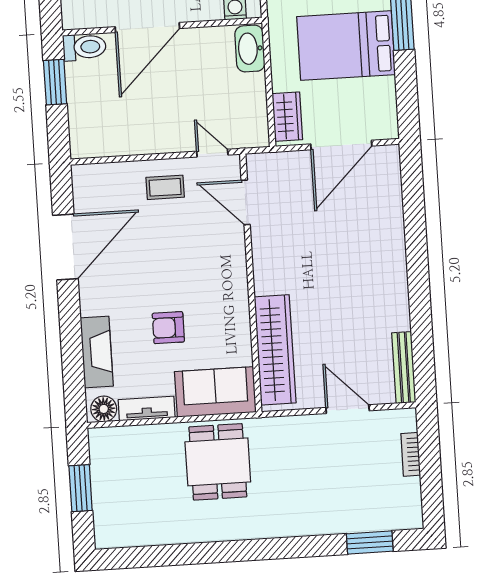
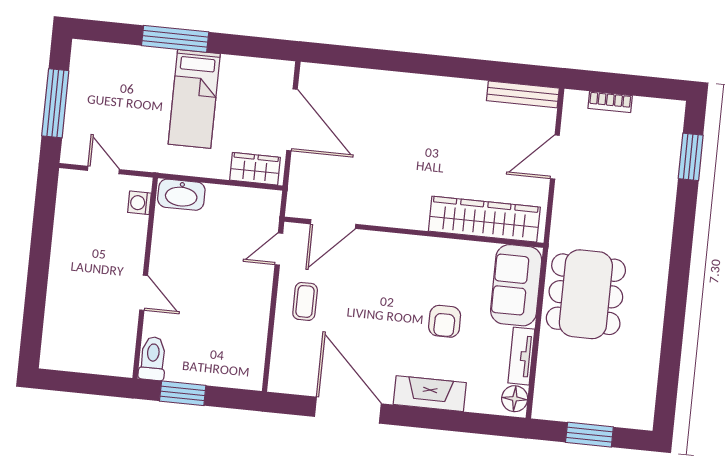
door: (147, 28) -> (144, 293), width x0.53
bed: (346, 46) -> (194, 99), width x0.67
fireplace: (97, 352) -> (430, 394), moved
dining table: (218, 462) -> (586, 294), width x1.38

